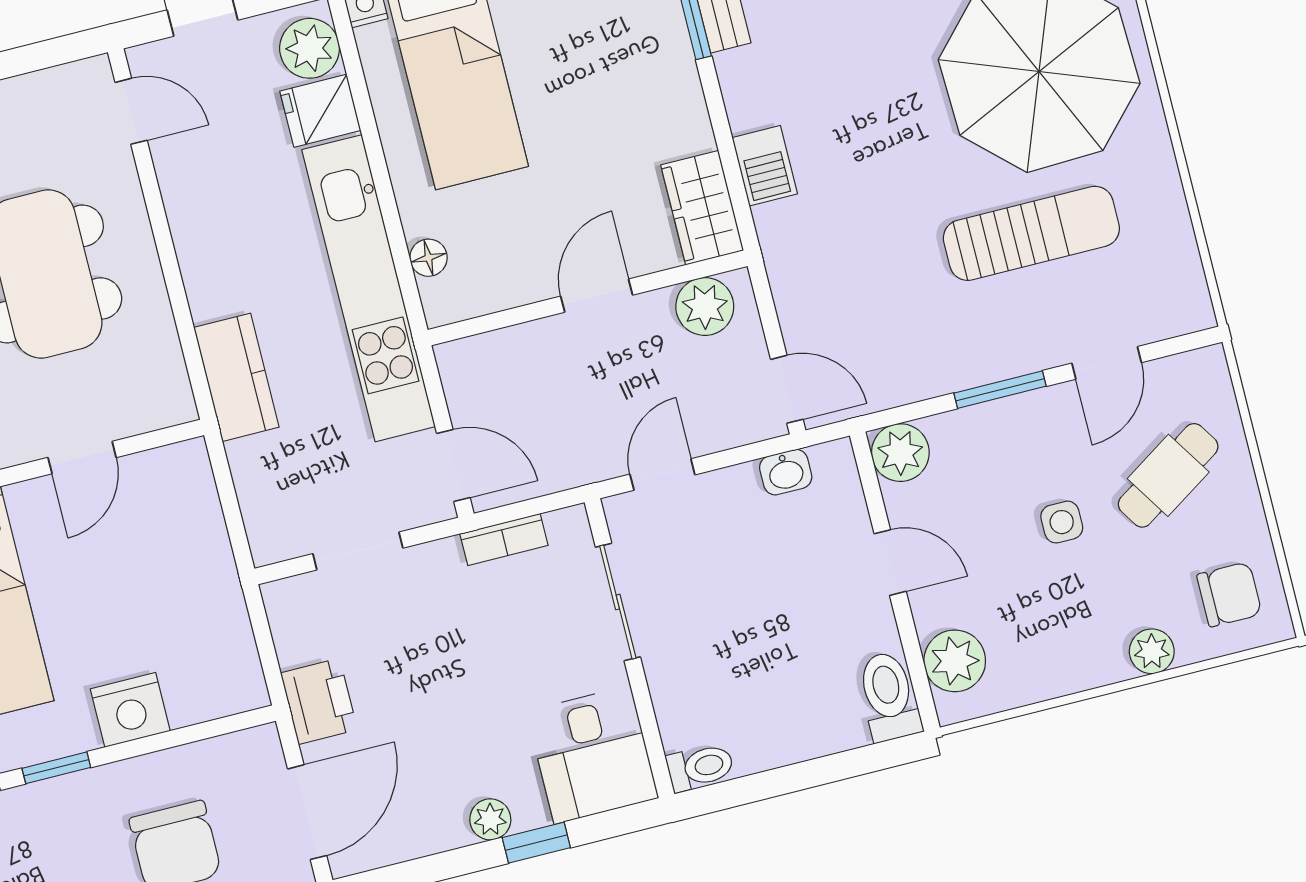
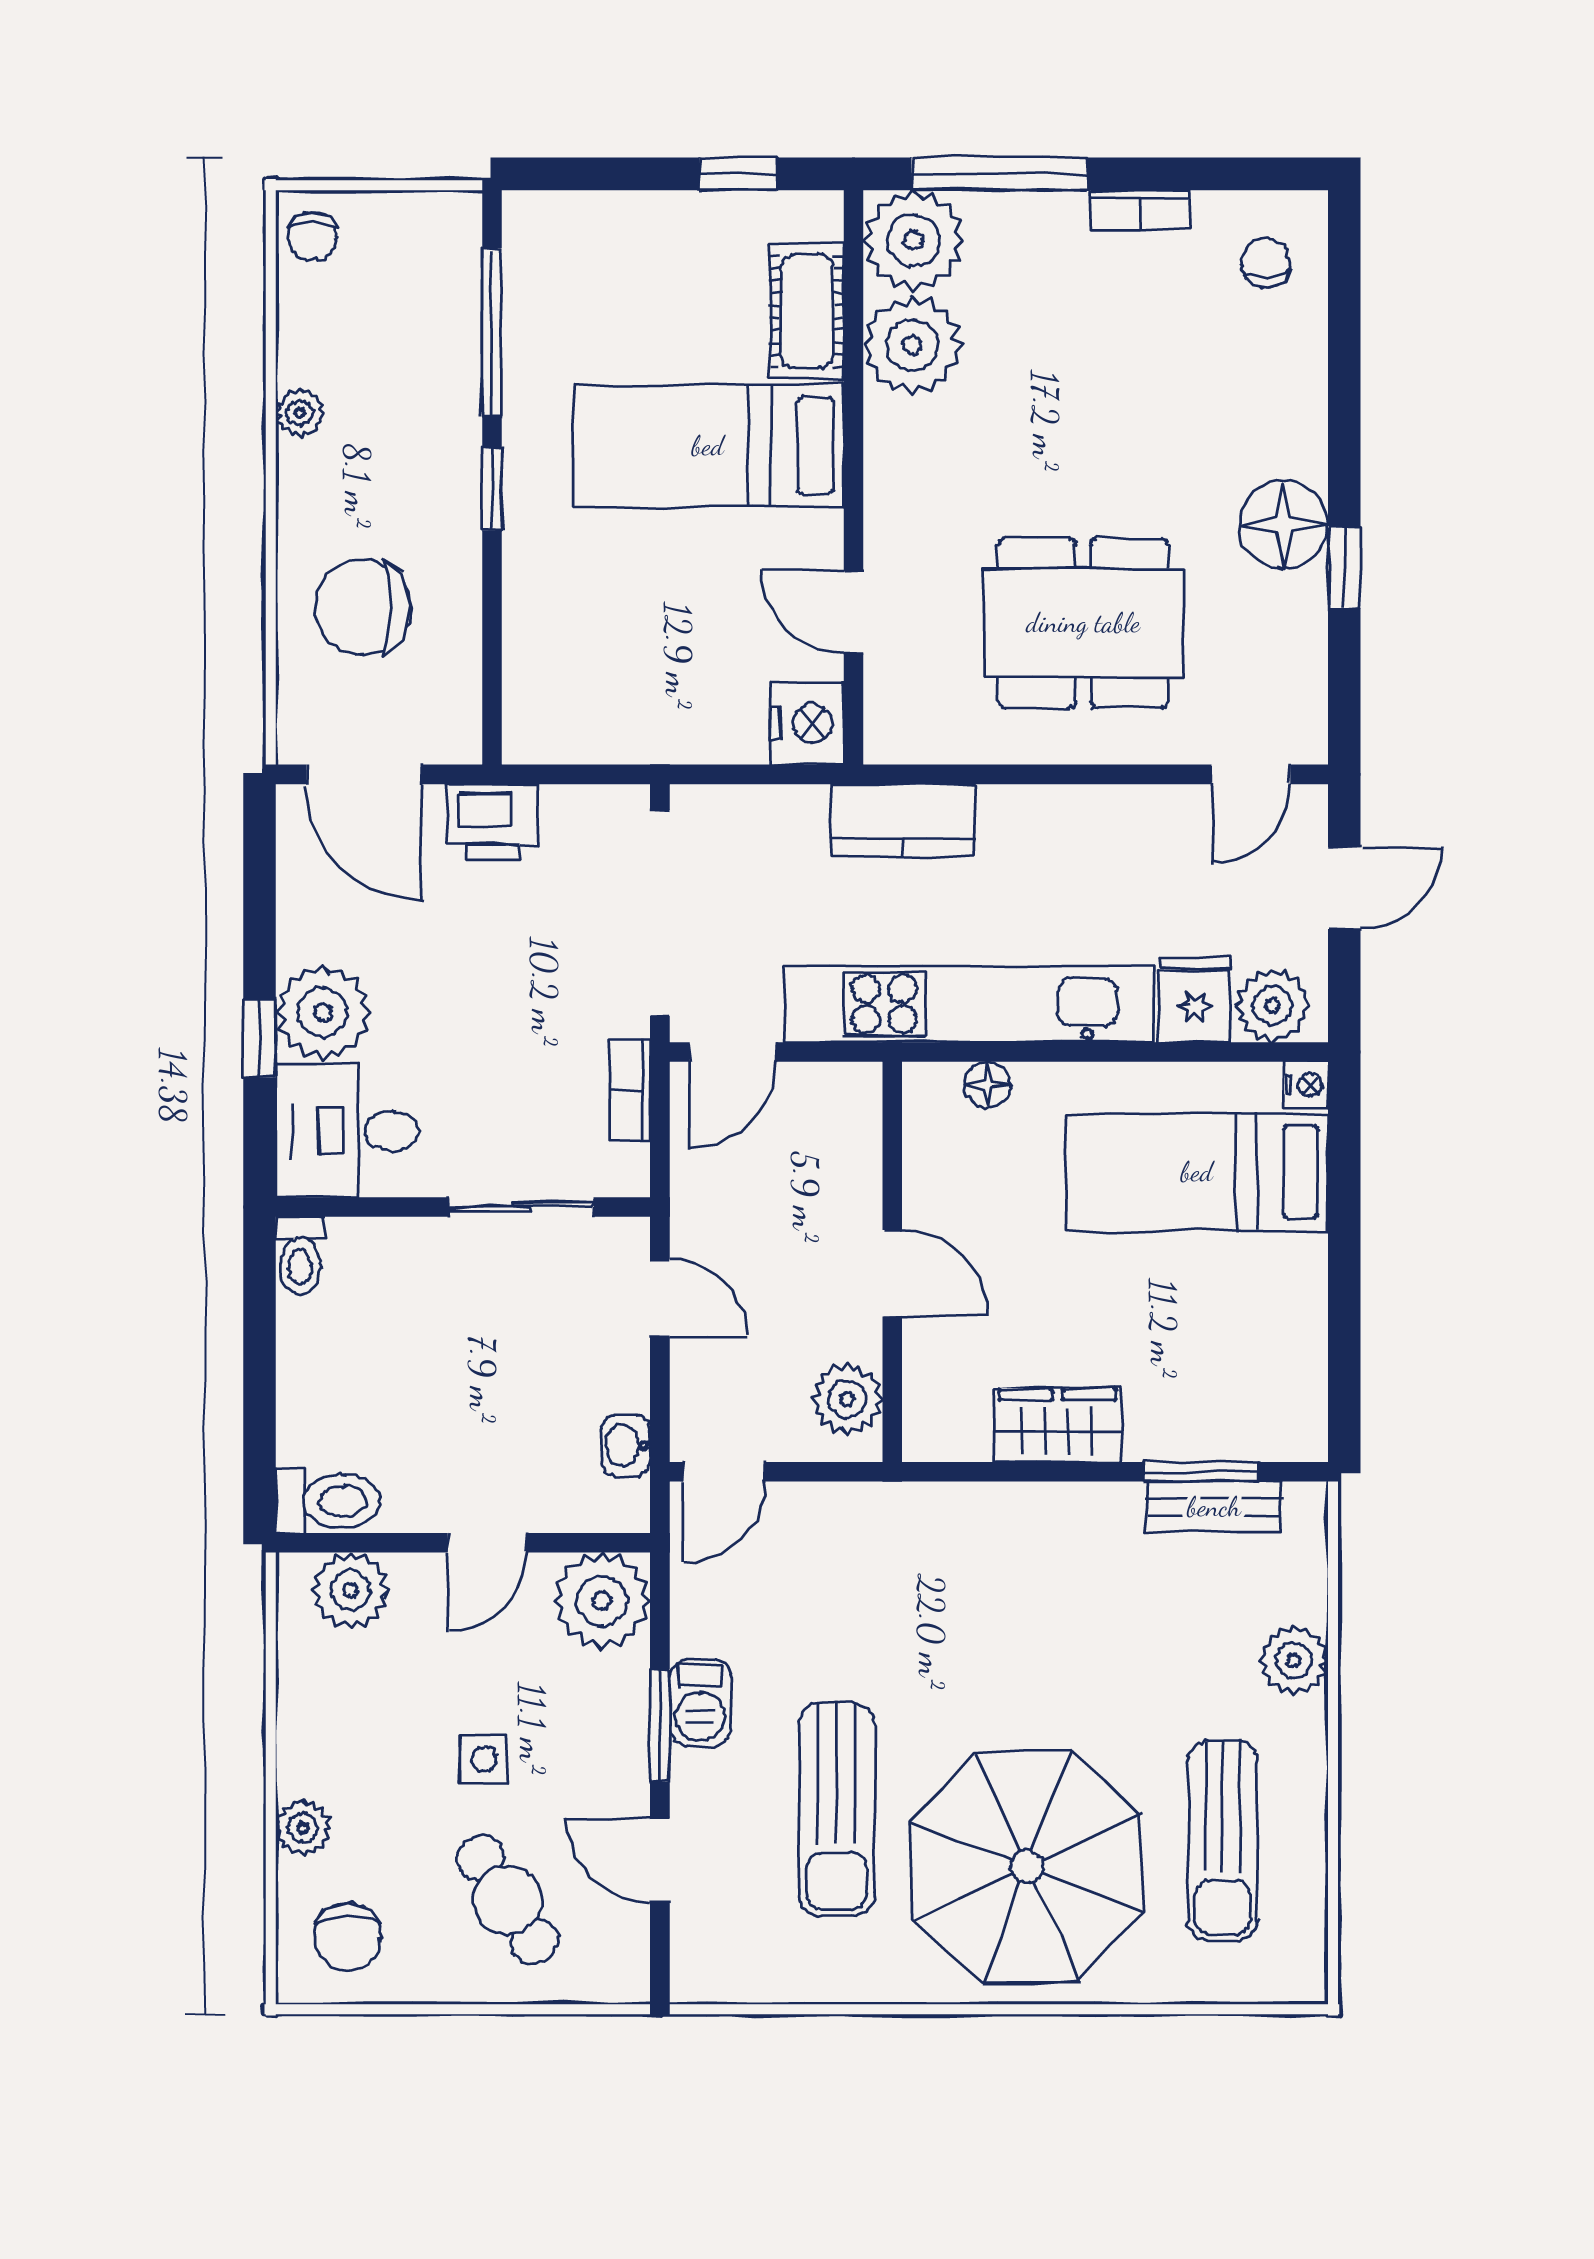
barbecue: (765, 166) -> (700, 1703), moved, turned -90
wardrobe: (702, 208) -> (1058, 1425), moved
plant: (900, 453) -> (602, 1601), width x1.36, depth x1.36
doorway: (358, 551) -> (660, 913), width x1.88
nightstand: (130, 710) -> (807, 723), moved, turned 180
plant: (490, 819) -> (323, 1012), width x1.88, depth x1.88

